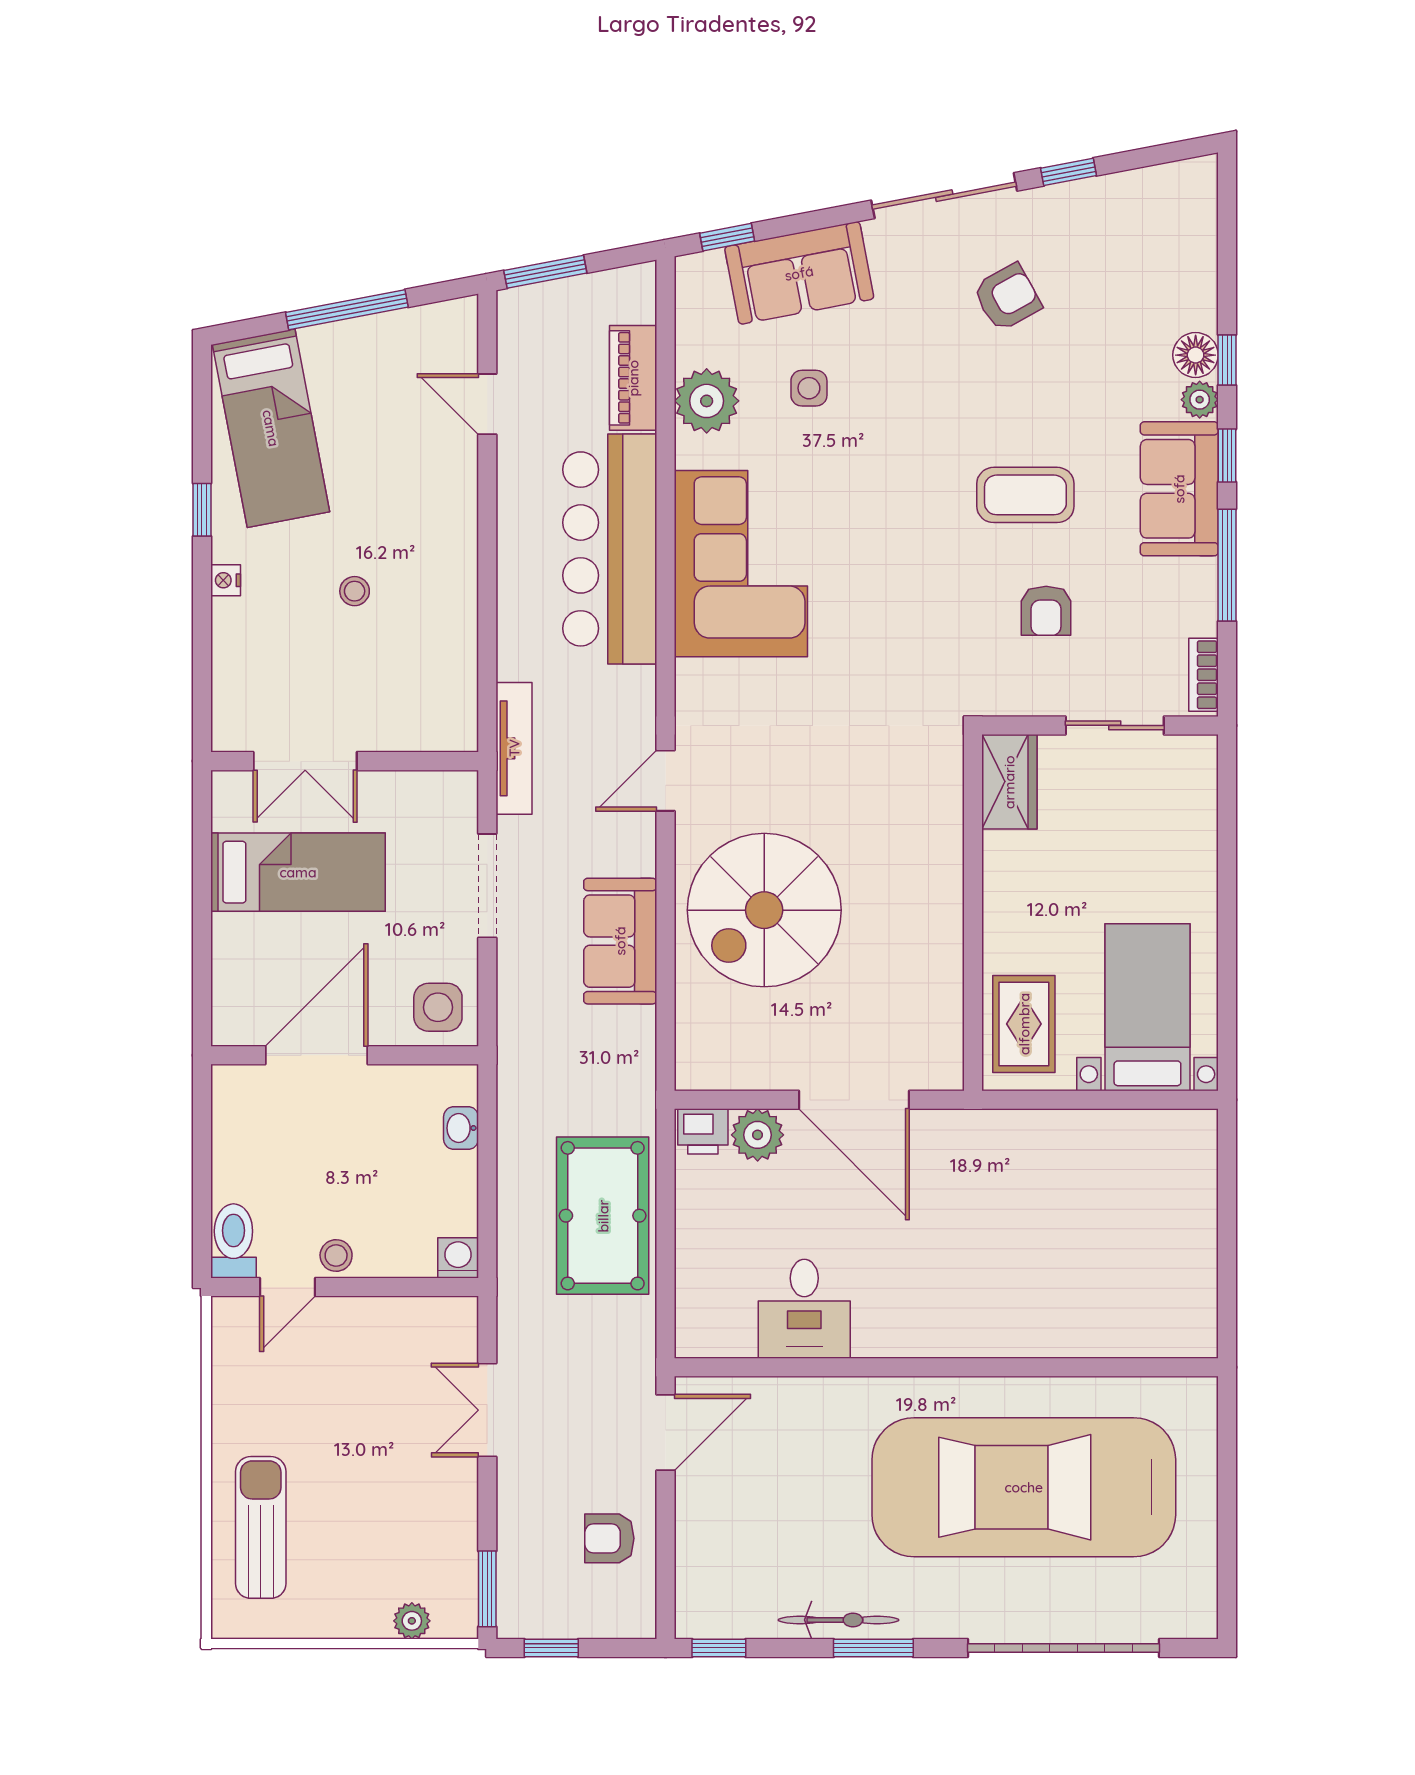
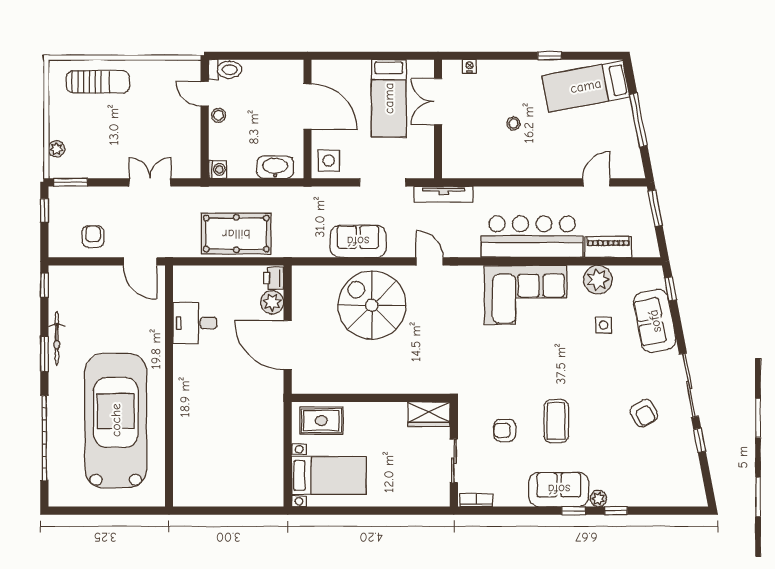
floor lamp: (1196, 355) -> (618, 497), removed
window: (1227, 565) -> (525, 511), removed
nightstand: (226, 580) -> (469, 66), moved
door: (854, 1100) -> (288, 345), hinge flipped
washbasin: (461, 1128) -> (275, 167), width x1.91, depth x1.45

